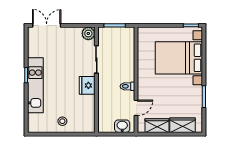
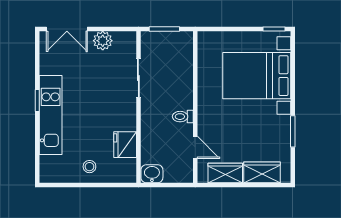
double door: (47, 25) -> (67, 29), swing flipped
plant: (88, 33) -> (103, 41), moved
fridge: (87, 85) -> (125, 145), moved
door: (136, 108) -> (195, 147), hinge flipped
washbasin: (122, 126) -> (152, 174), moved

